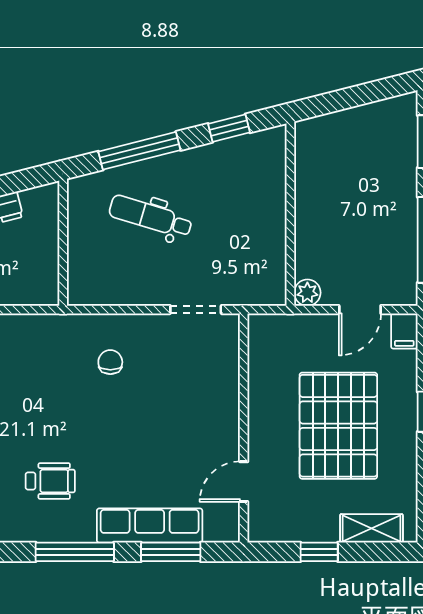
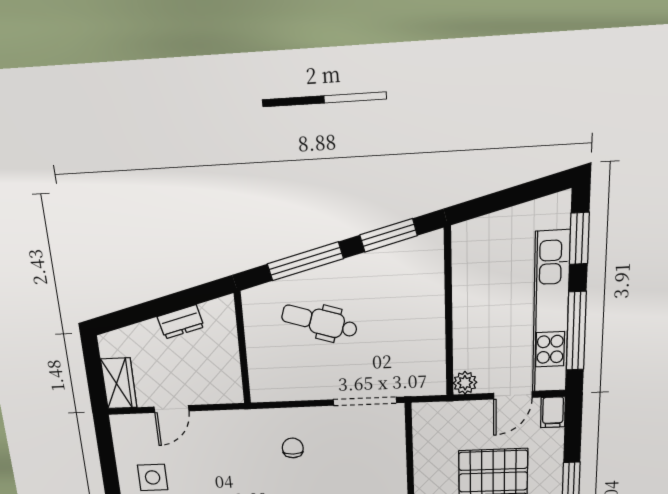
window: (229, 128) -> (389, 235), width x1.50
kitchen unit: (400, 219) -> (551, 313), added
doorway: (196, 310) -> (365, 401), width x1.38

